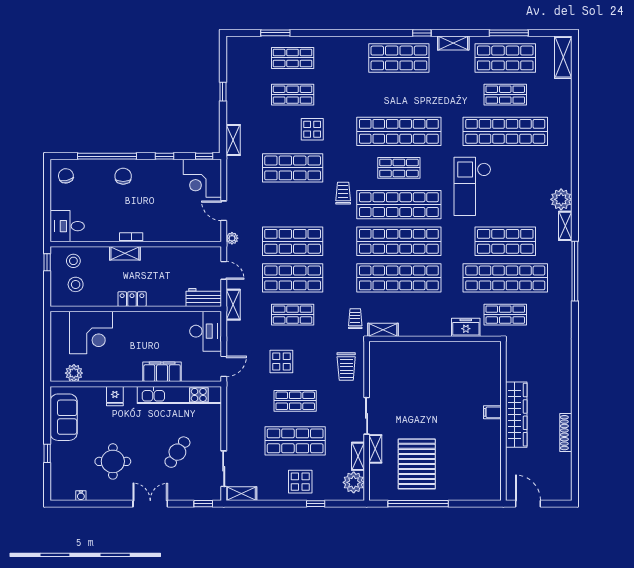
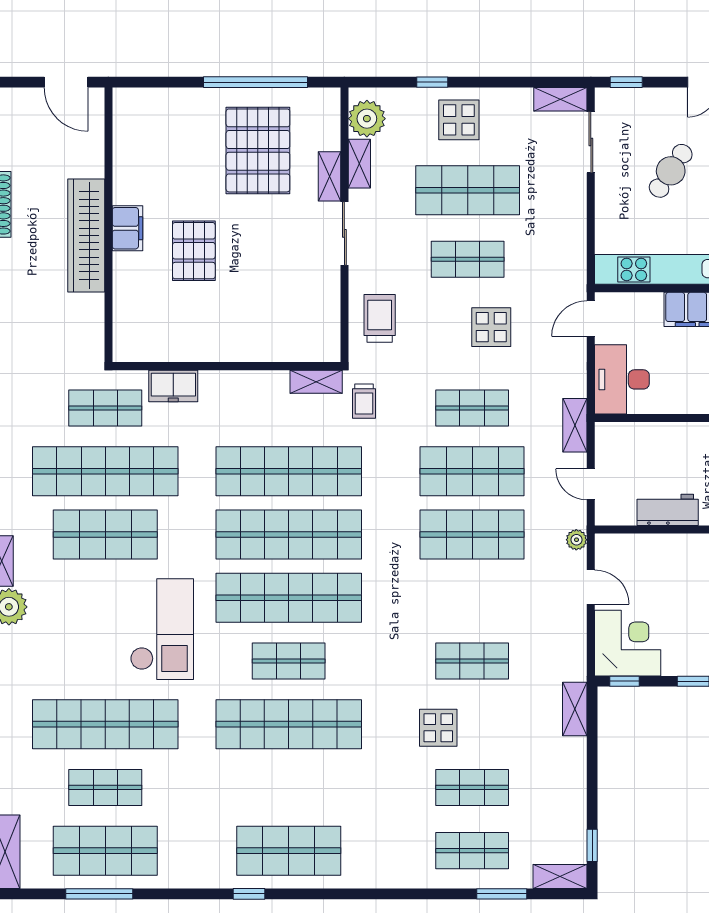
shelving: (453, 43) -> (560, 877), moved
window: (223, 92) -> (592, 845), moved
shop shelf: (293, 168) -> (472, 661), width x0.70, depth x0.74
trolley: (343, 193) -> (385, 618), removed
workbench: (204, 297) -> (668, 510), moved, turned 180
pallet: (454, 406) -> (194, 251), added
filing cabinet: (492, 412) -> (127, 228), width x2.00

